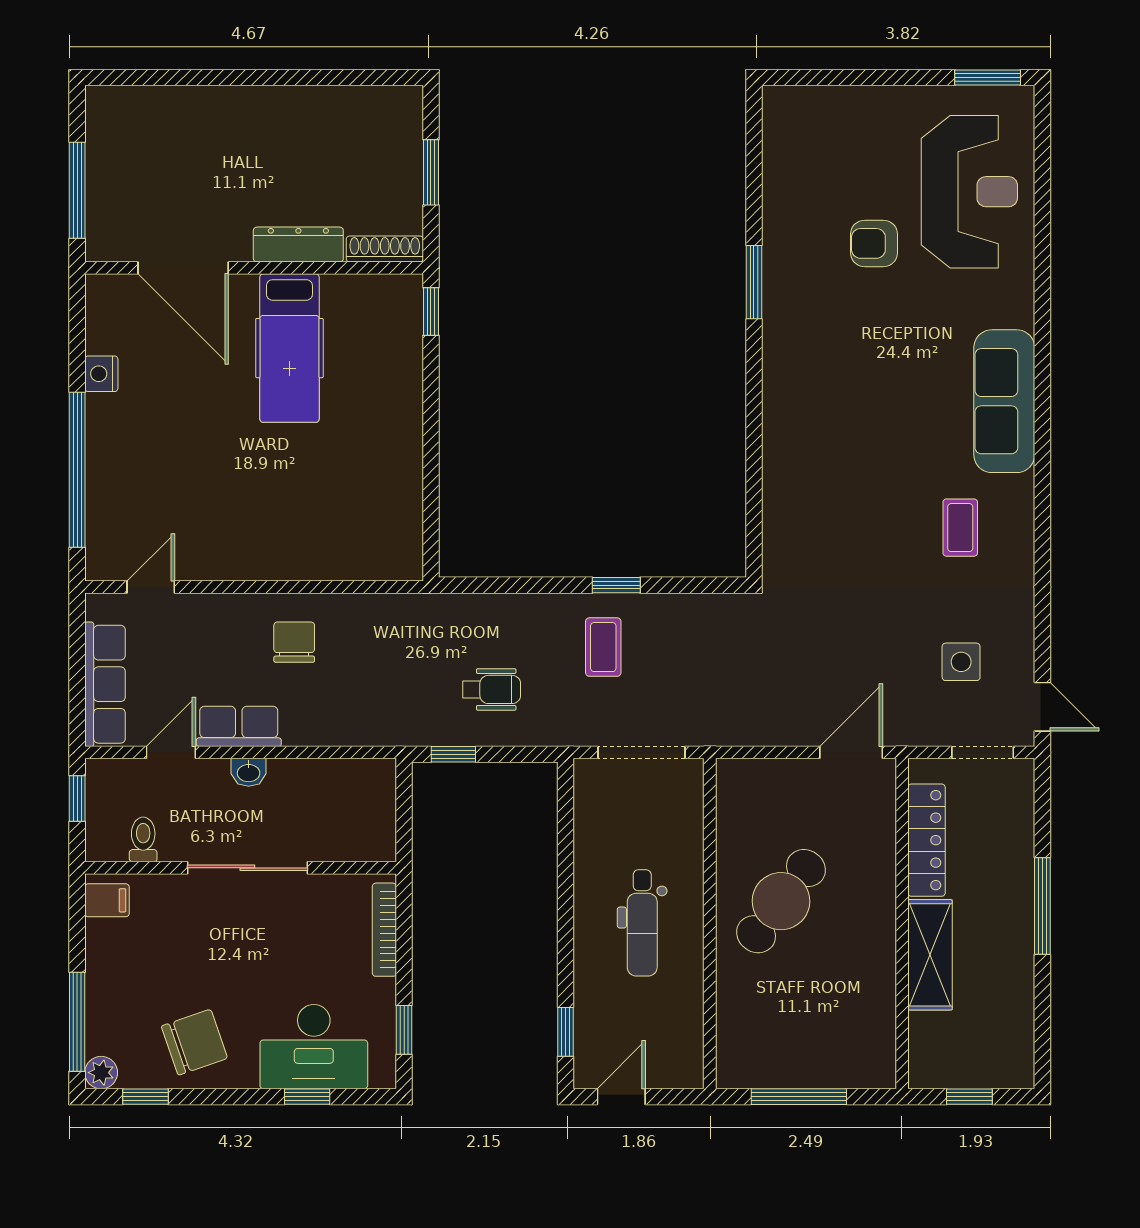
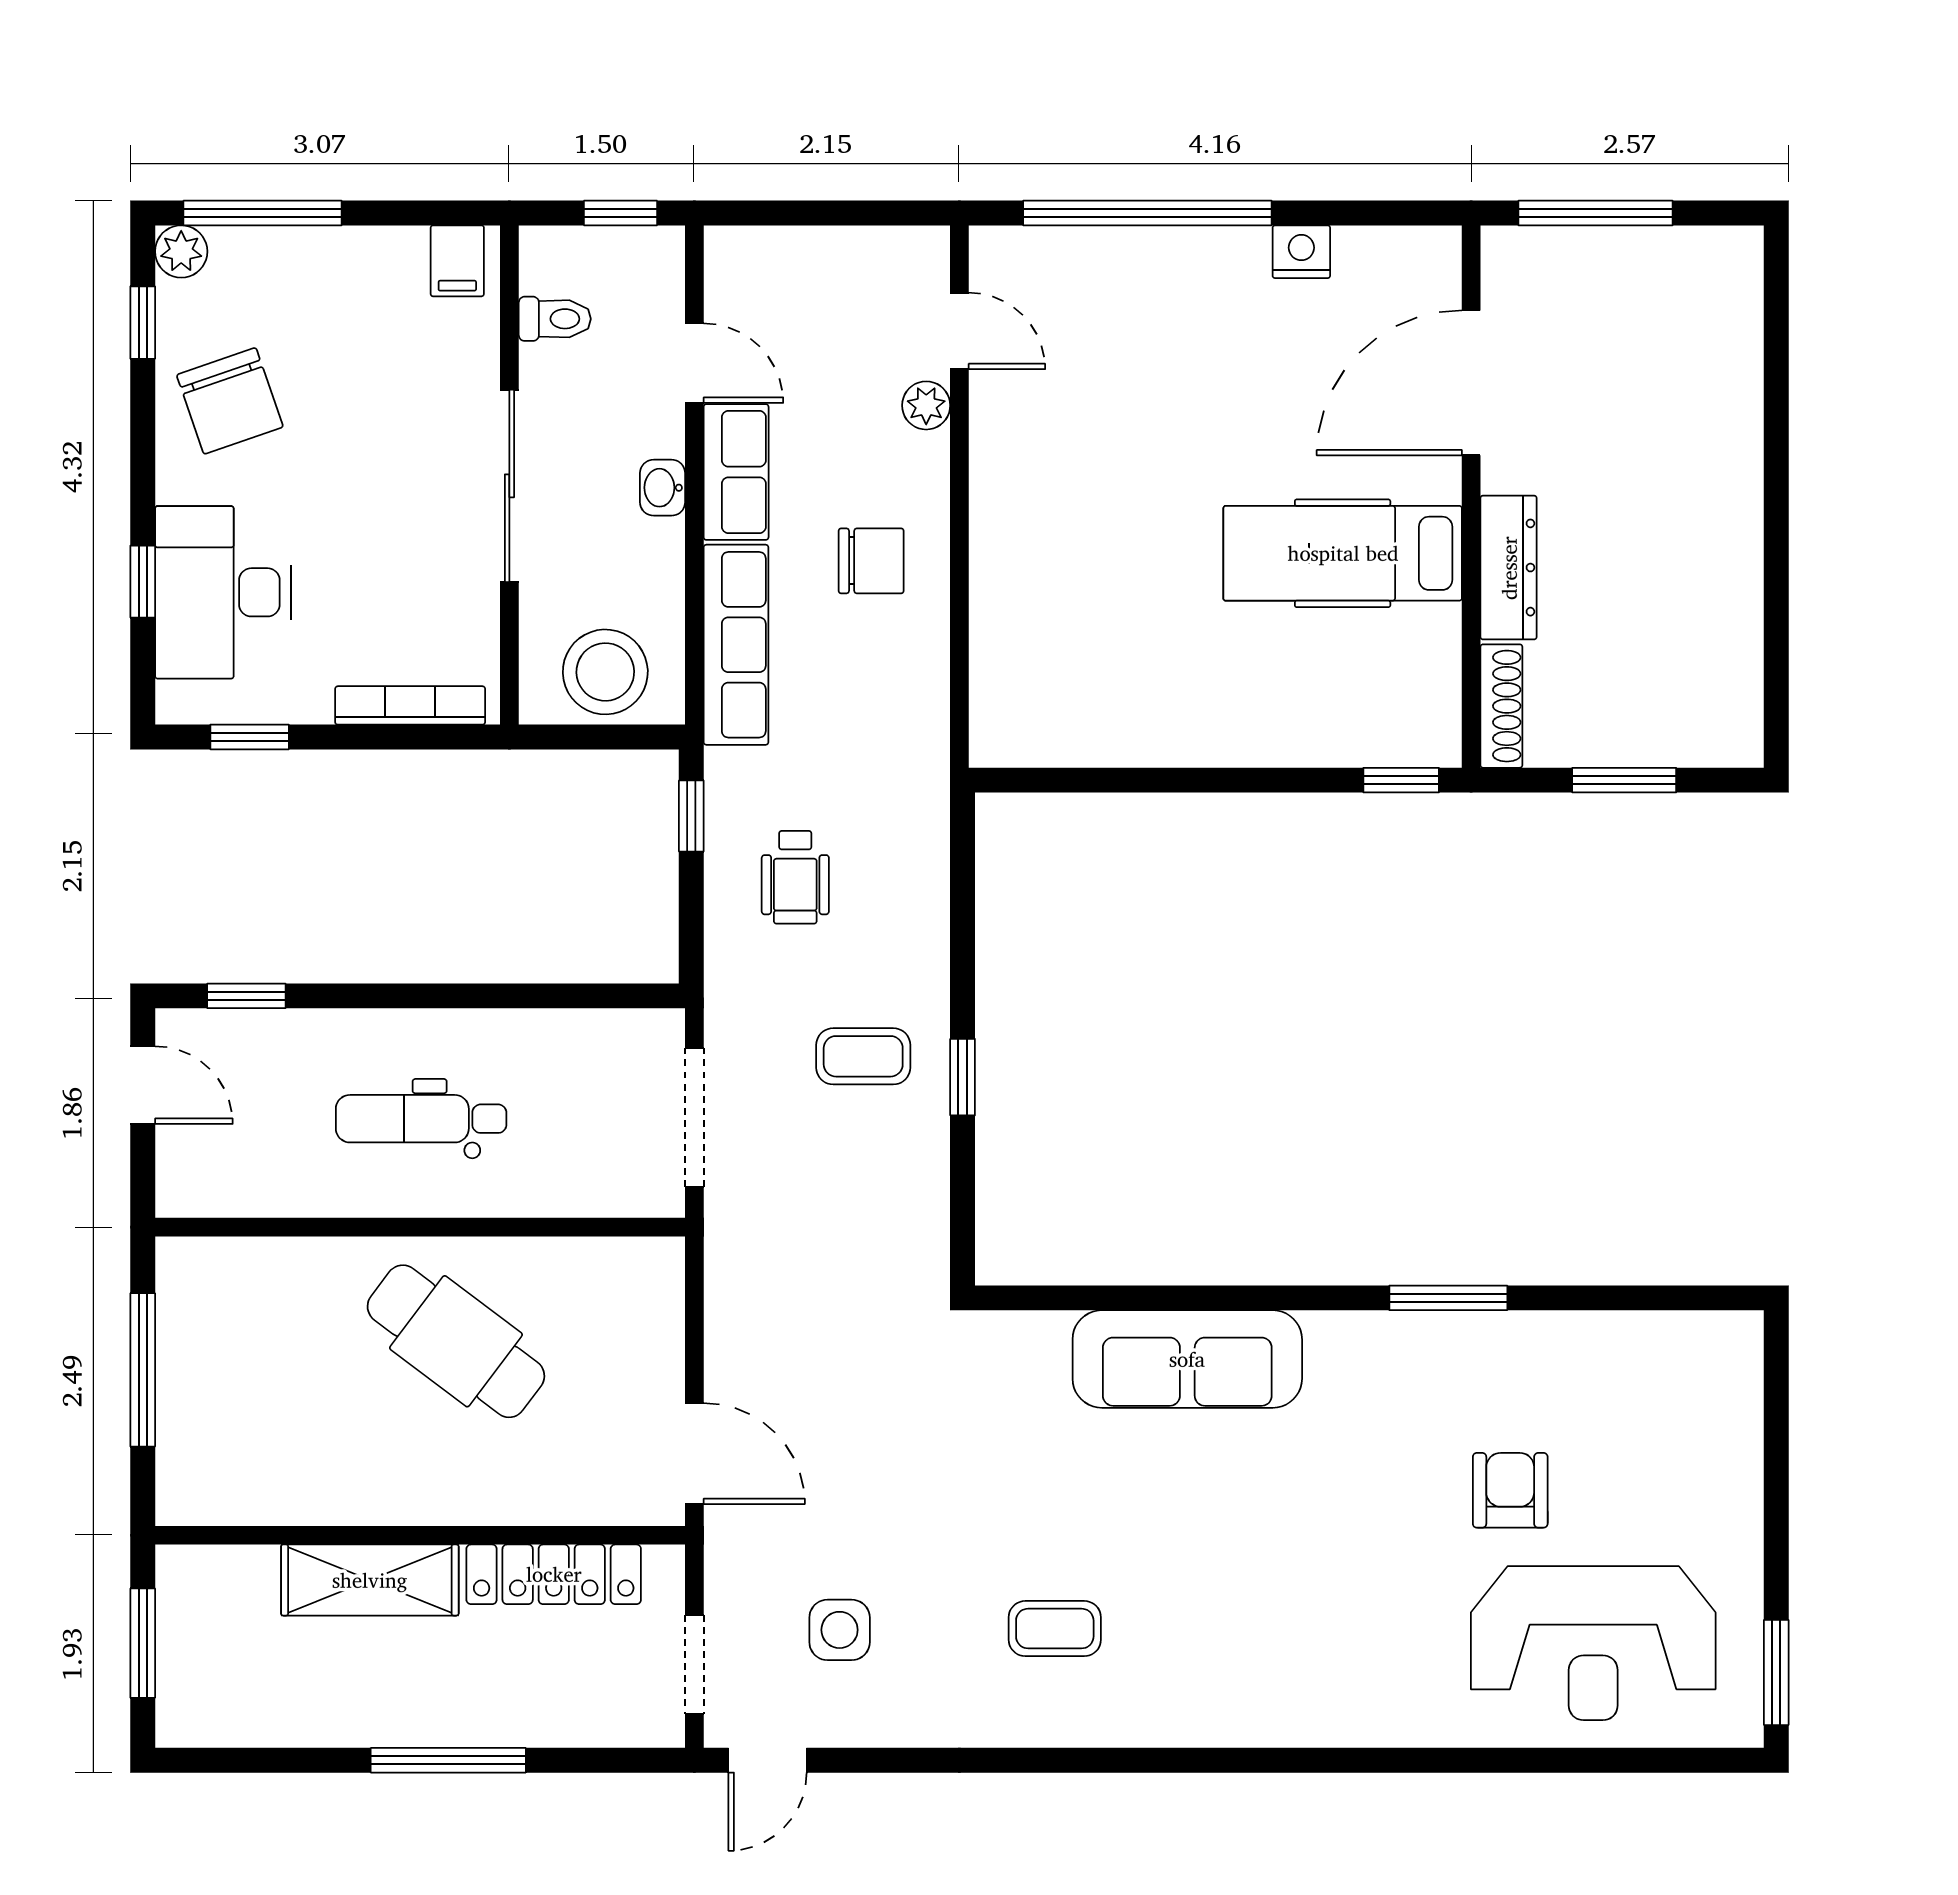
sofa: (1004, 401) -> (1187, 1359), moved, turned 180
plant: (197, 608) -> (926, 405), added
row of seats: (105, 684) -> (736, 645), moved, turned -90
stool: (363, 808) -> (605, 672), added
window: (969, 1097) -> (143, 1643), width x1.50

